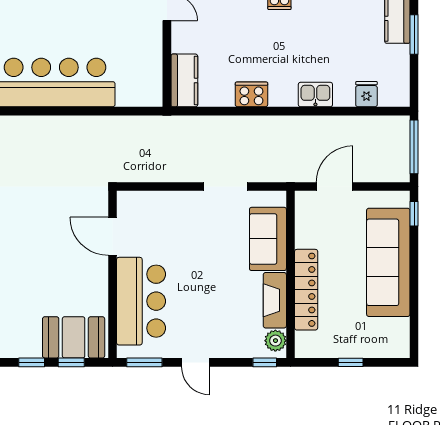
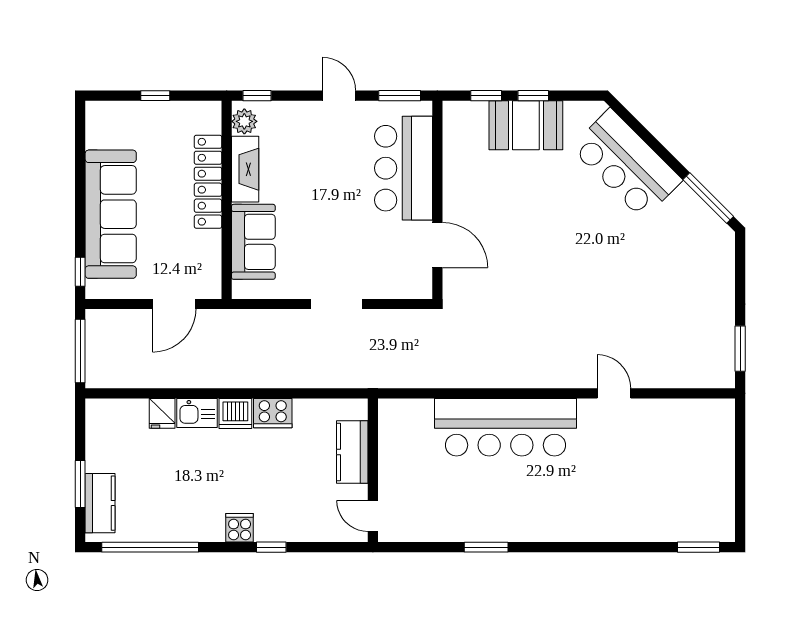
kitchen counter: (184, 80) -> (352, 452), moved
dishwasher: (283, 94) -> (235, 413), added
fridge: (366, 94) -> (162, 413), moved
doorway: (226, 186) -> (336, 304), moved
booth: (74, 337) -> (526, 125), moved

